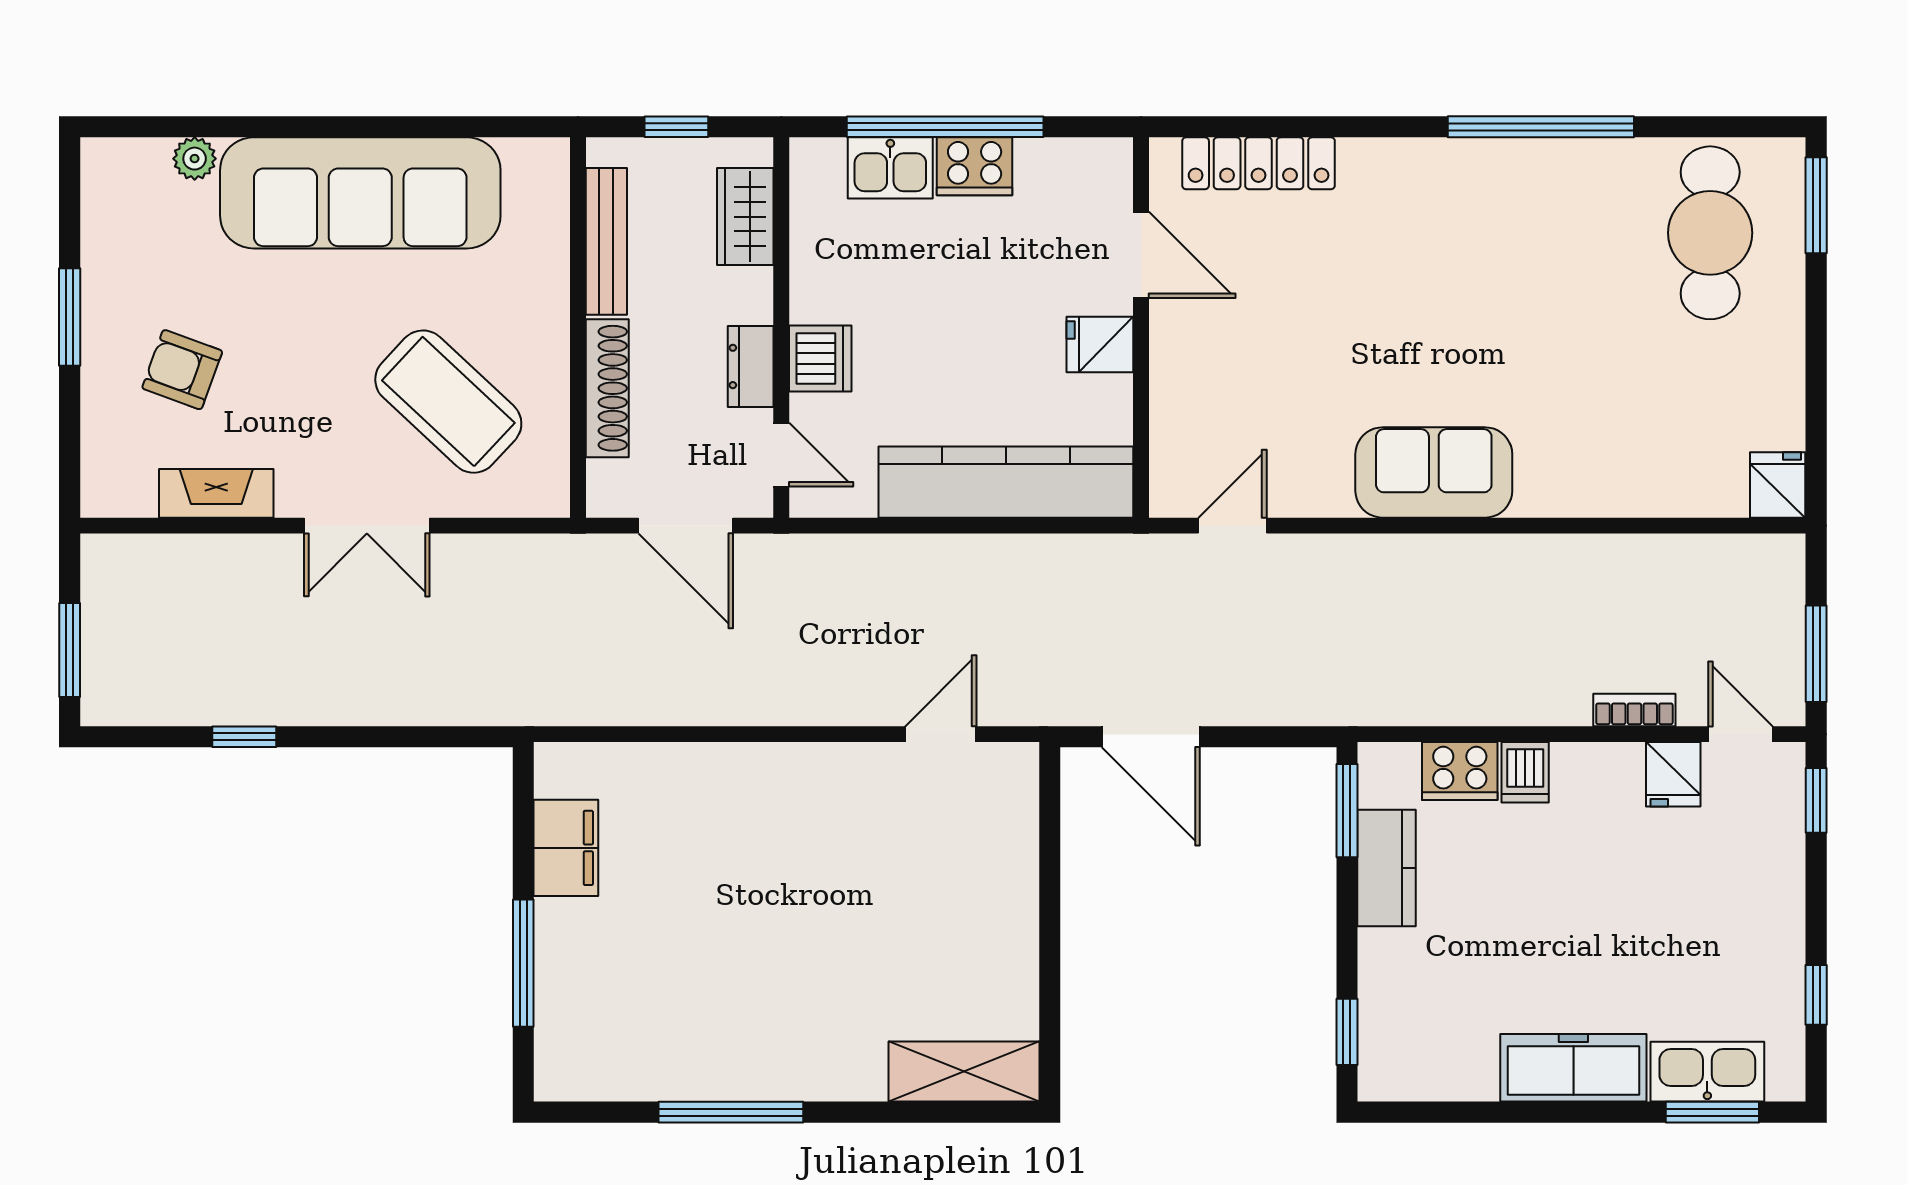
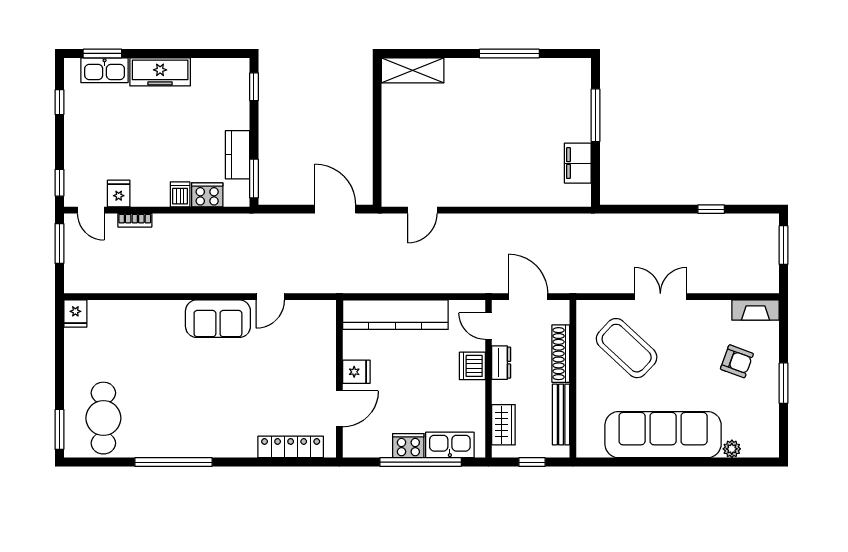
kitchen sink: (890, 168) -> (450, 445), width x1.38
door: (1141, 255) -> (339, 409), swing flipped
fireplace: (216, 493) -> (756, 310), moved
door: (1232, 526) -> (270, 297), moved

